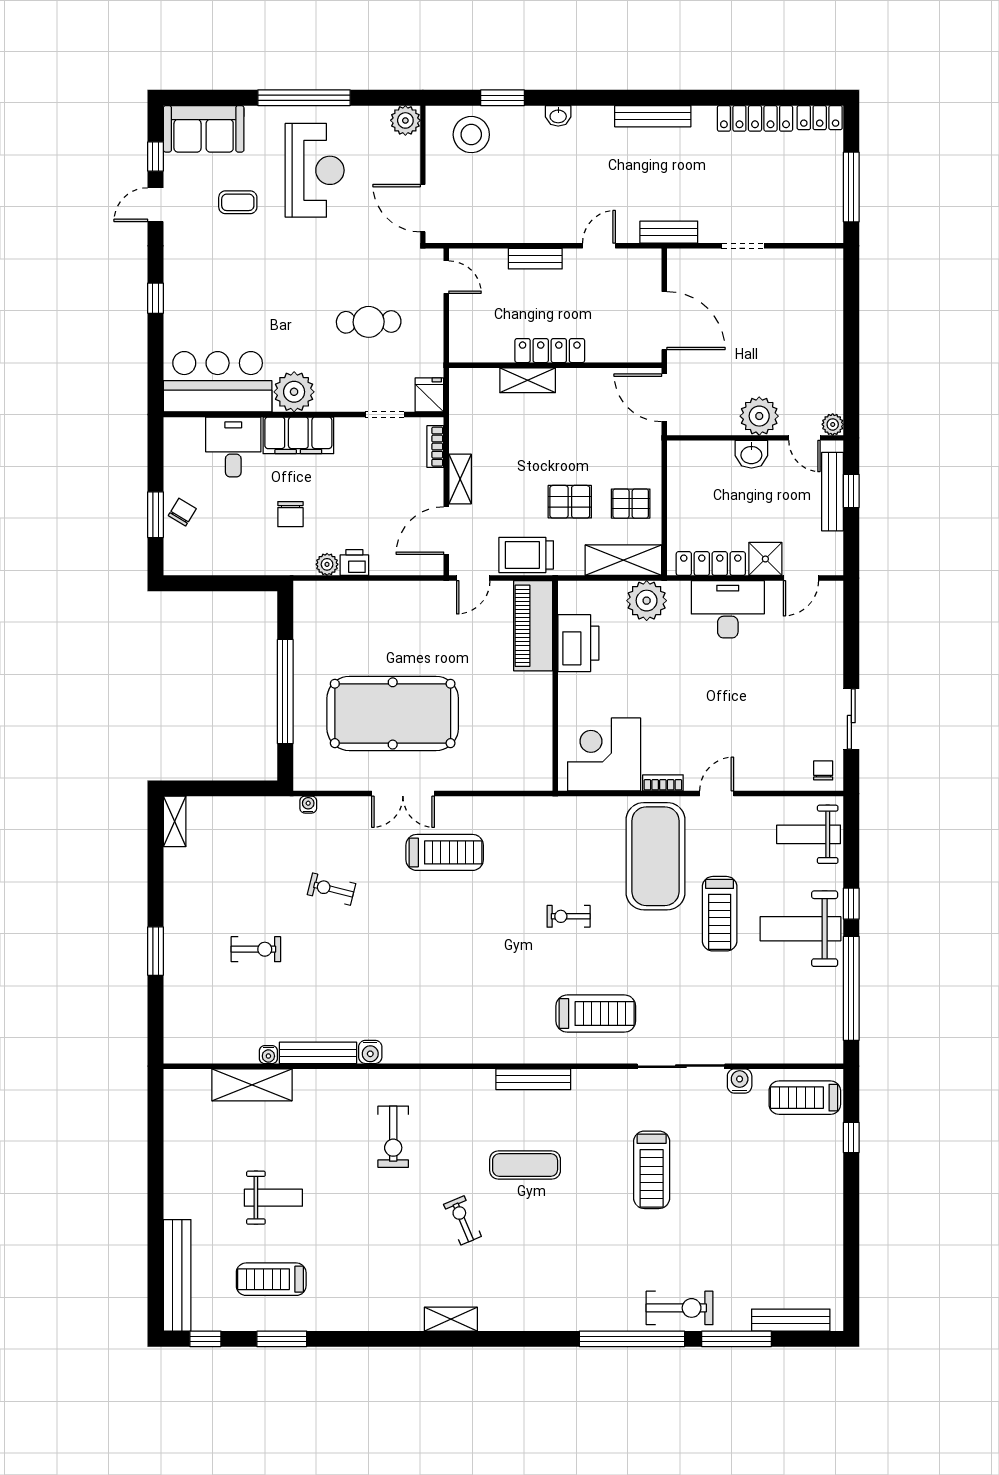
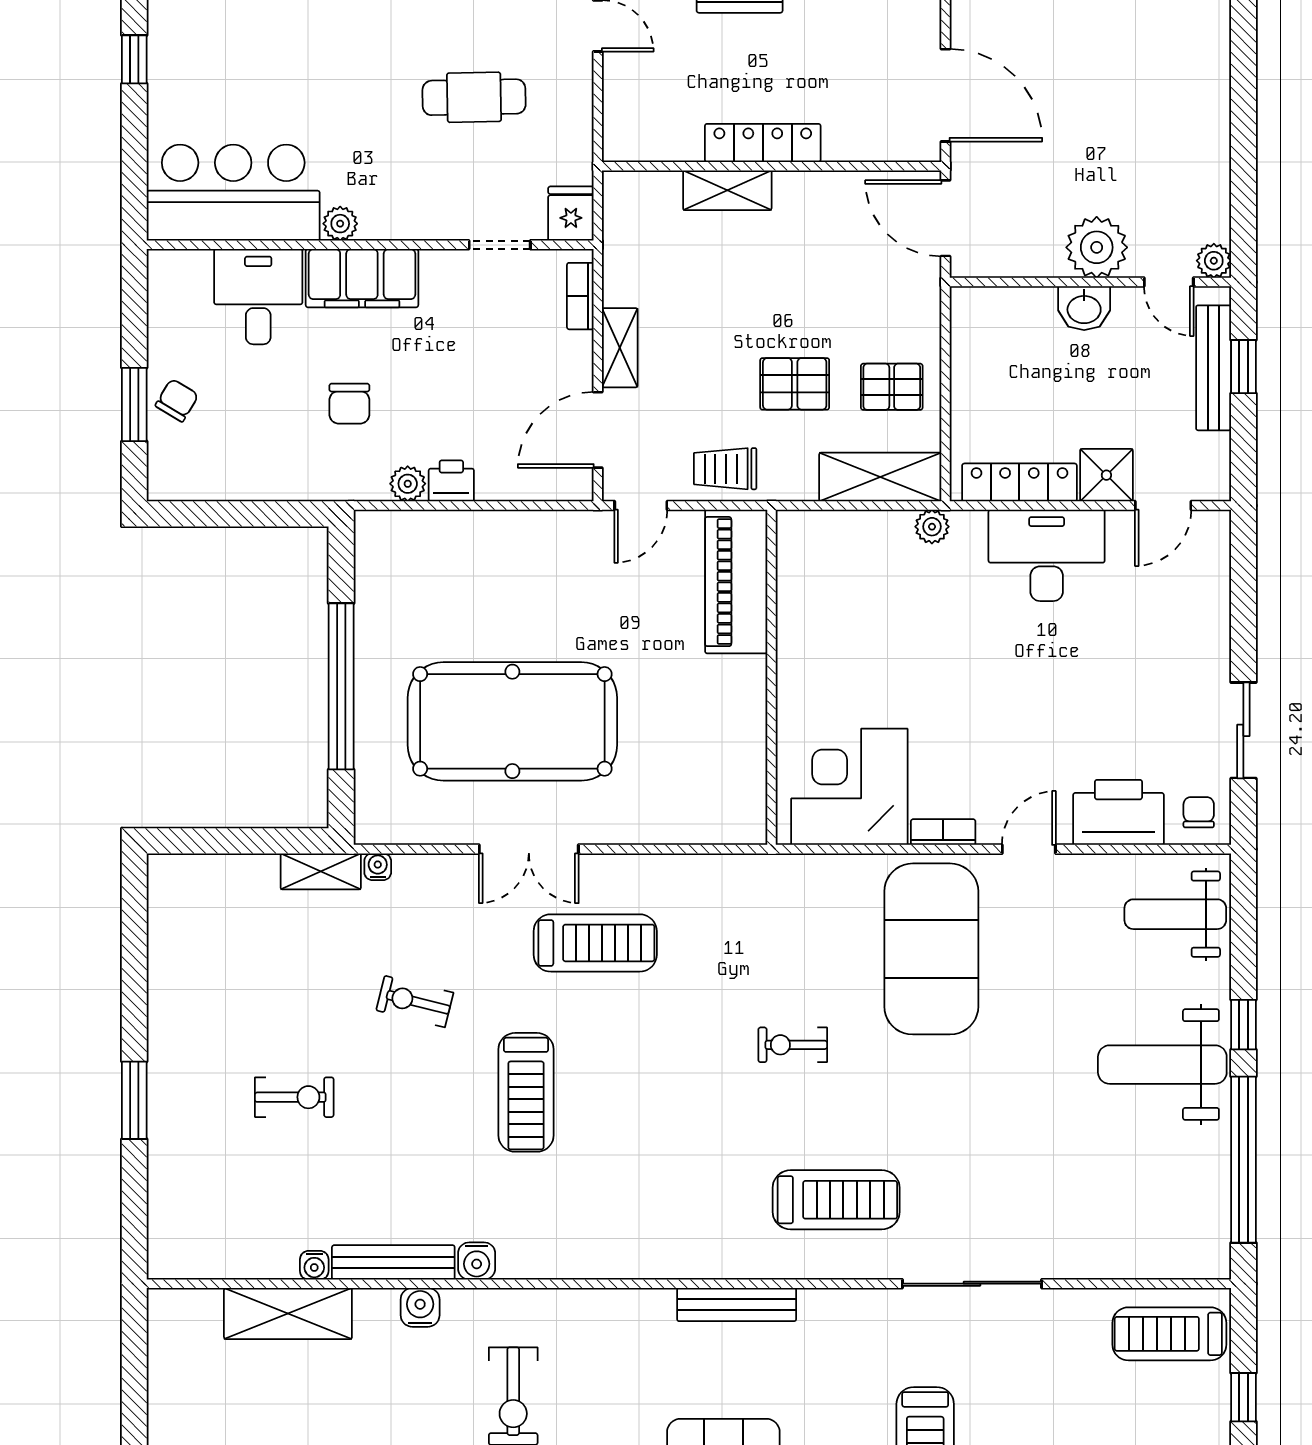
plant: (294, 392) -> (340, 224), width x0.53, depth x0.53
trolley: (526, 555) -> (725, 469), width x0.73, depth x0.72
plant: (647, 601) -> (932, 527), width x0.53, depth x0.53
printer: (578, 643) -> (1118, 812), moved, turned -90
shelving: (175, 821) -> (321, 871), moved, turned 90
treadmill: (720, 914) -> (526, 1092), moved
water cooler: (740, 1081) -> (420, 1307), moved

